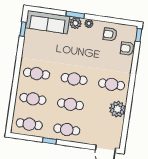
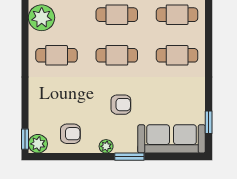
plant: (76, 23) -> (38, 144), moved
armchair: (127, 48) -> (121, 105), moved

